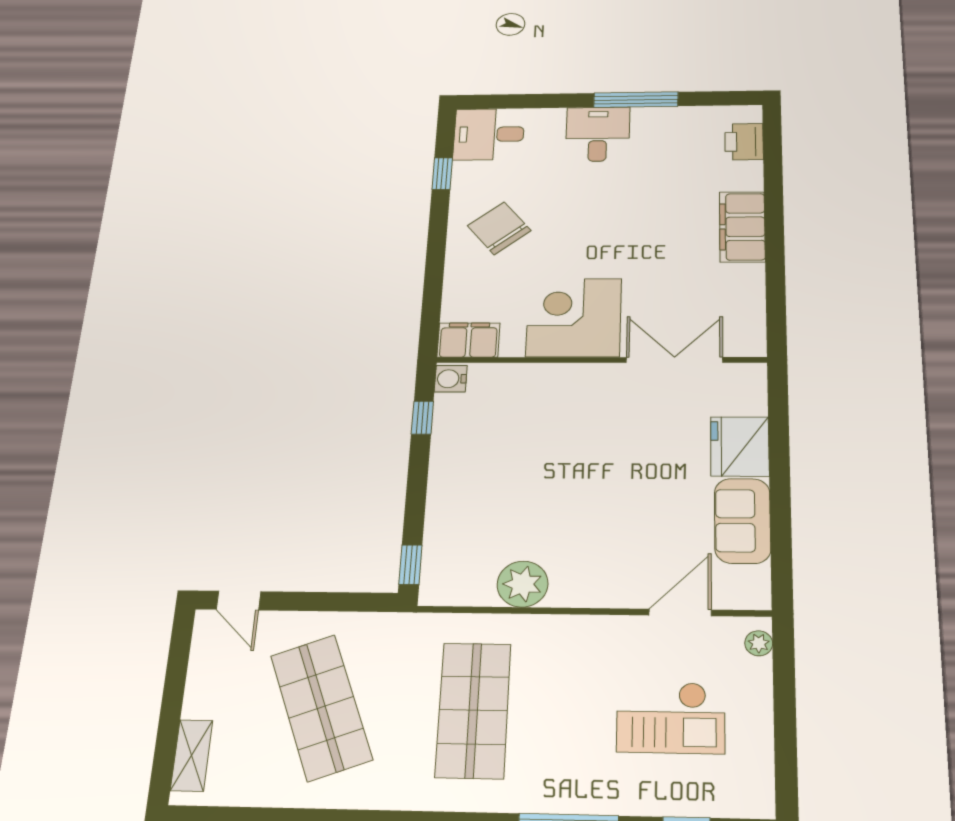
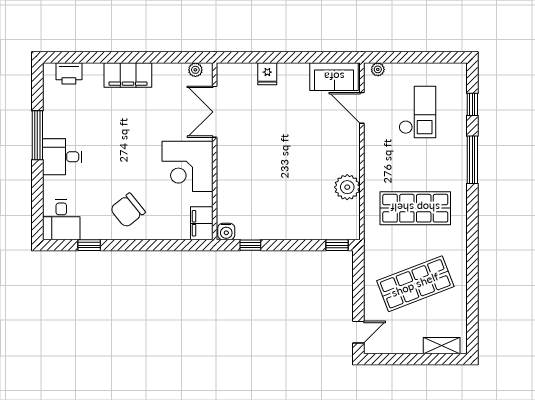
plant: (753, 329) -> (195, 70), added
fridge: (740, 446) -> (267, 74), width x0.53, depth x0.75
sofa: (742, 521) -> (334, 77), moved

